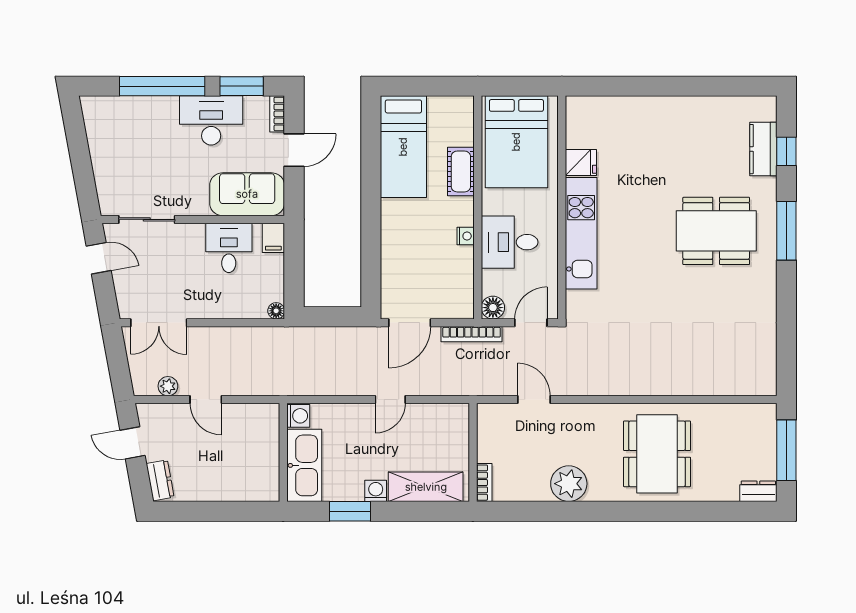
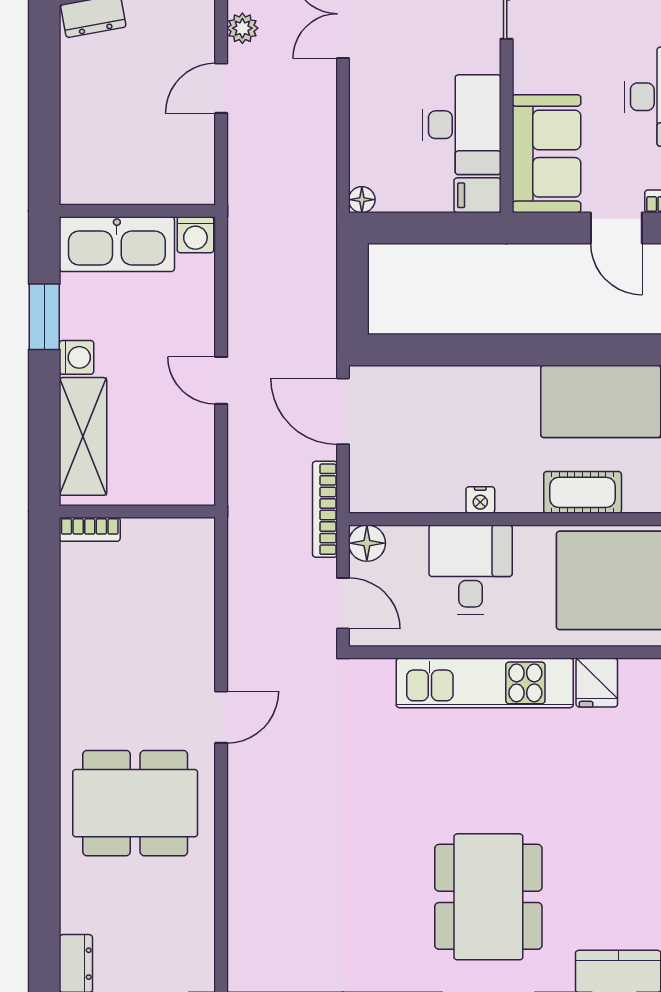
desk: (229, 248) -> (462, 125), width x1.37
door: (534, 400) -> (221, 717), moved
plant: (569, 484) -> (88, 663), removed

